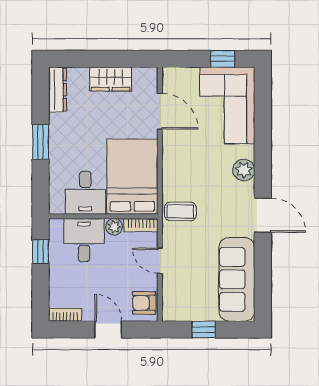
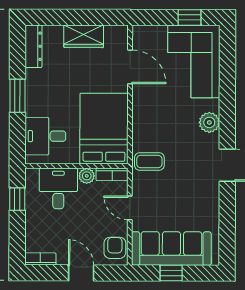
desk: (85, 193) -> (45, 136), moved, turned 90
sofa: (237, 279) -> (171, 249), moved, turned 90
armchair: (144, 303) -> (115, 248), turned 90

